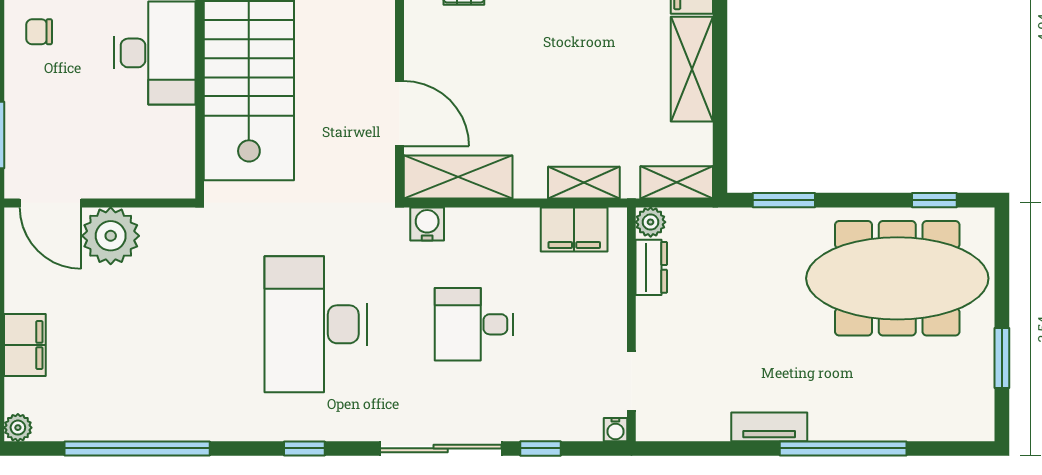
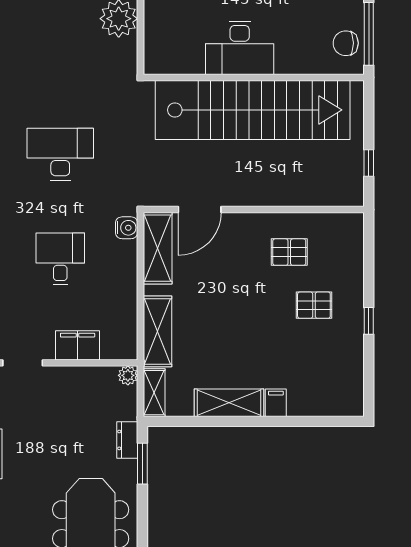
shelving: (584, 183) -> (157, 331), width x1.50, depth x1.33
filing cabinet: (574, 229) -> (78, 345), moved, turned 90
dresser: (651, 267) -> (127, 440), moved, turned 90
desk: (316, 324) -> (60, 154), width x0.73, depth x0.77

